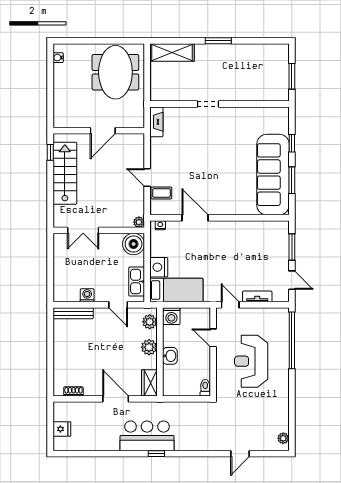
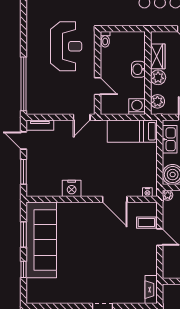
nightstand: (159, 267) -> (72, 188), moved, turned 90
tv unit: (257, 296) -> (40, 125), moved
door: (230, 305) -> (82, 117), hinge flipped
reception desk: (251, 361) -> (66, 46), moved
wardrobe: (149, 383) -> (158, 56), moved

